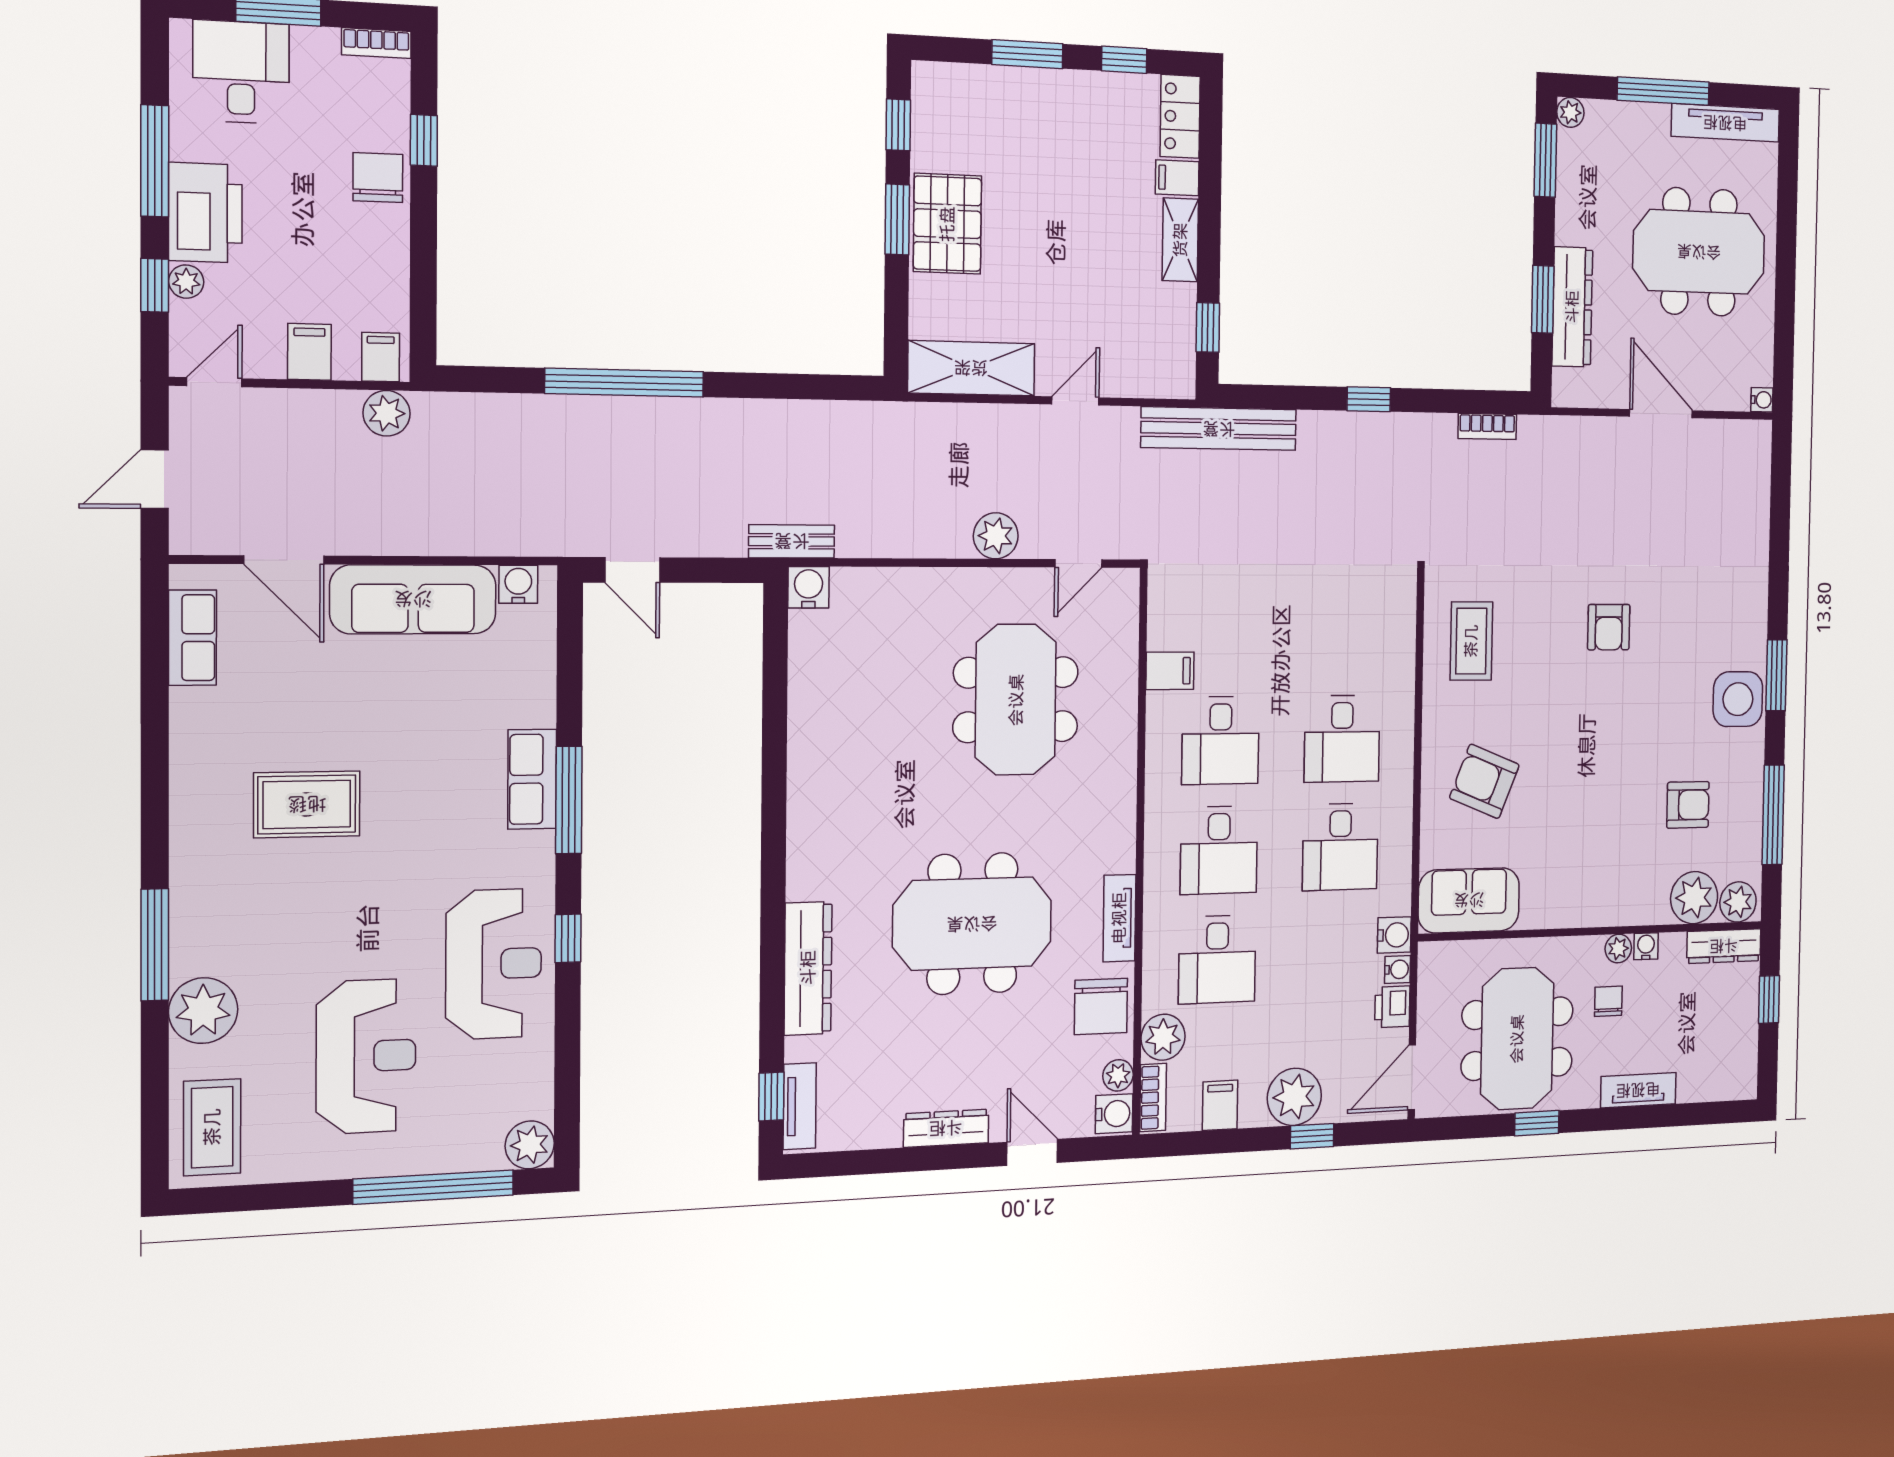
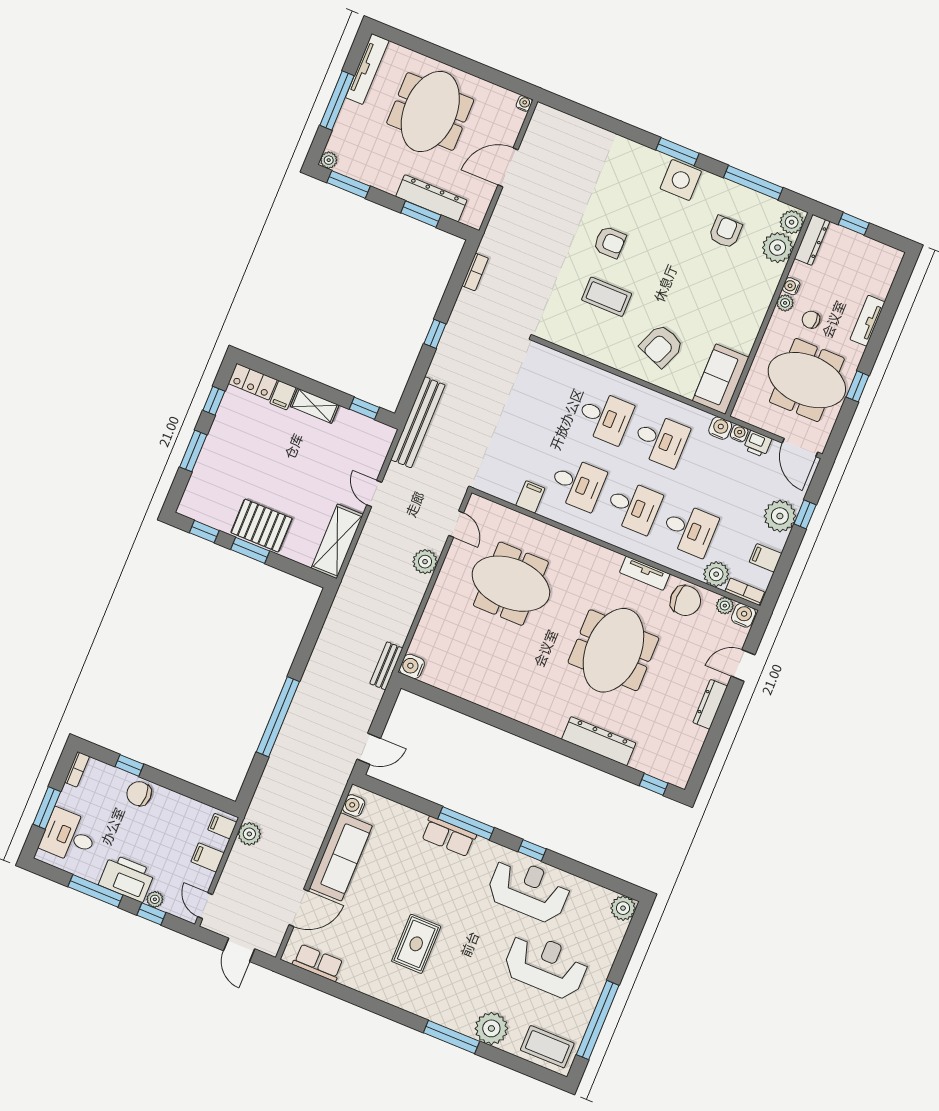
coffee table: (1471, 641) -> (607, 297), moved
tv unit: (800, 1106) -> (665, 773), removed
window: (434, 1187) -> (598, 1020), moved

